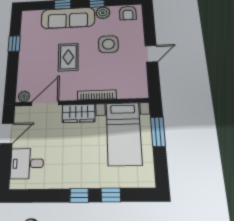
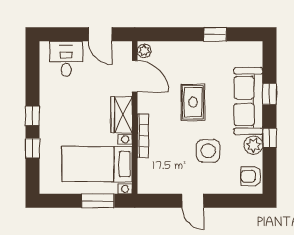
rug: (68, 57) -> (193, 102), turned 90

